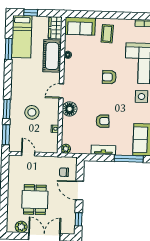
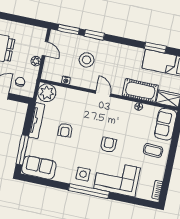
floor lamp: (70, 109) -> (83, 99), removed
plant: (66, 149) -> (47, 93), width x1.87, depth x1.87
tv unit: (103, 150) -> (37, 121), width x1.41
door: (28, 154) -> (45, 49), hinge flipped
plant: (42, 161) -> (36, 61), added

